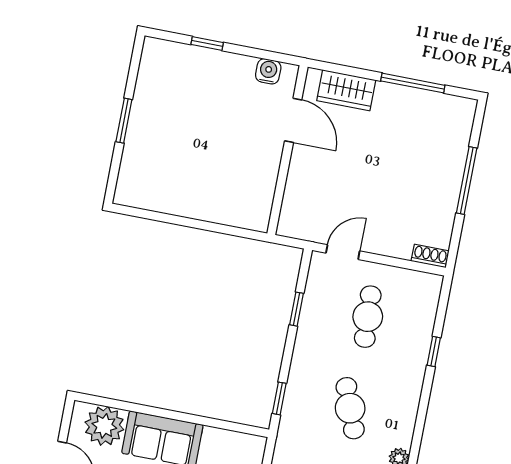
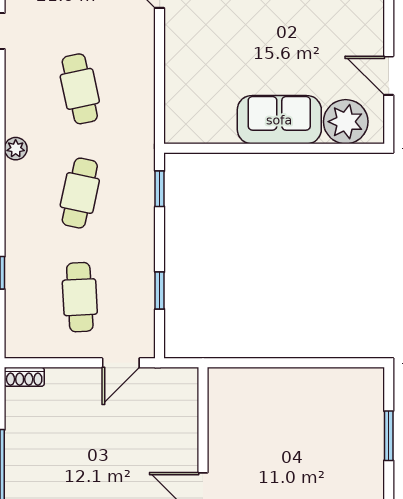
window: (124, 121) -> (389, 436), moved
cafe table: (350, 408) -> (80, 193), turned 33

